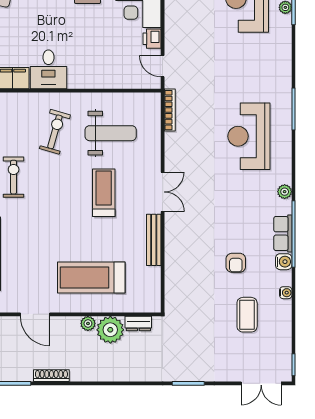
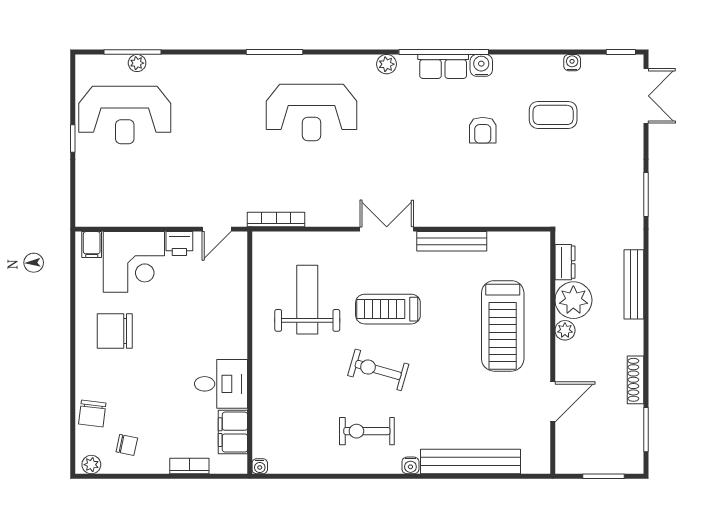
exercise bike: (55, 132) -> (378, 370), moved
armchair: (236, 263) -> (483, 130), turned 90
water cooler: (286, 293) -> (572, 63), moved
bench: (122, 374) -> (634, 284), added

